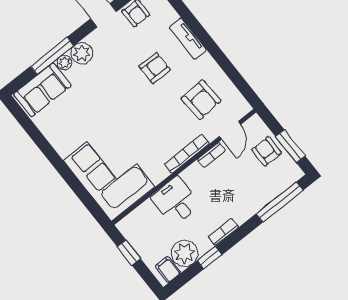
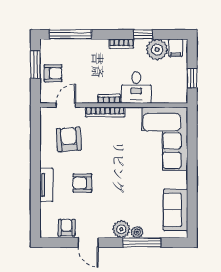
sofa: (42, 90) -> (176, 210), moved, turned -90
armchair: (267, 151) -> (53, 73), turned -90
bookcase: (211, 155) -> (109, 99), moved

